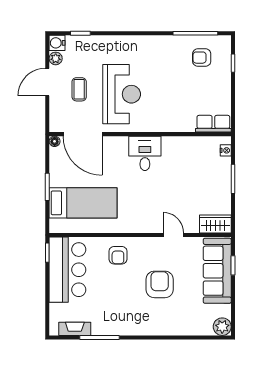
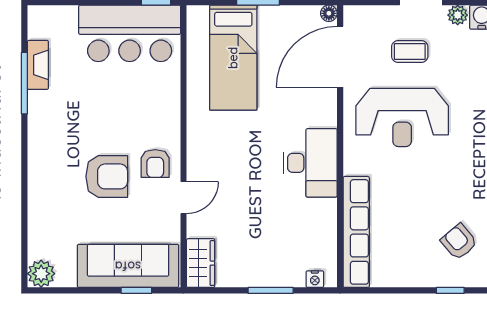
armchair: (202, 58) -> (459, 242), turned -40
row of seats: (213, 124) -> (356, 232), width x2.02
desk: (145, 153) -> (310, 163), width x1.37
armchair: (118, 255) -> (155, 164), moved, turned -90
fireplace: (75, 329) -> (38, 65), moved

